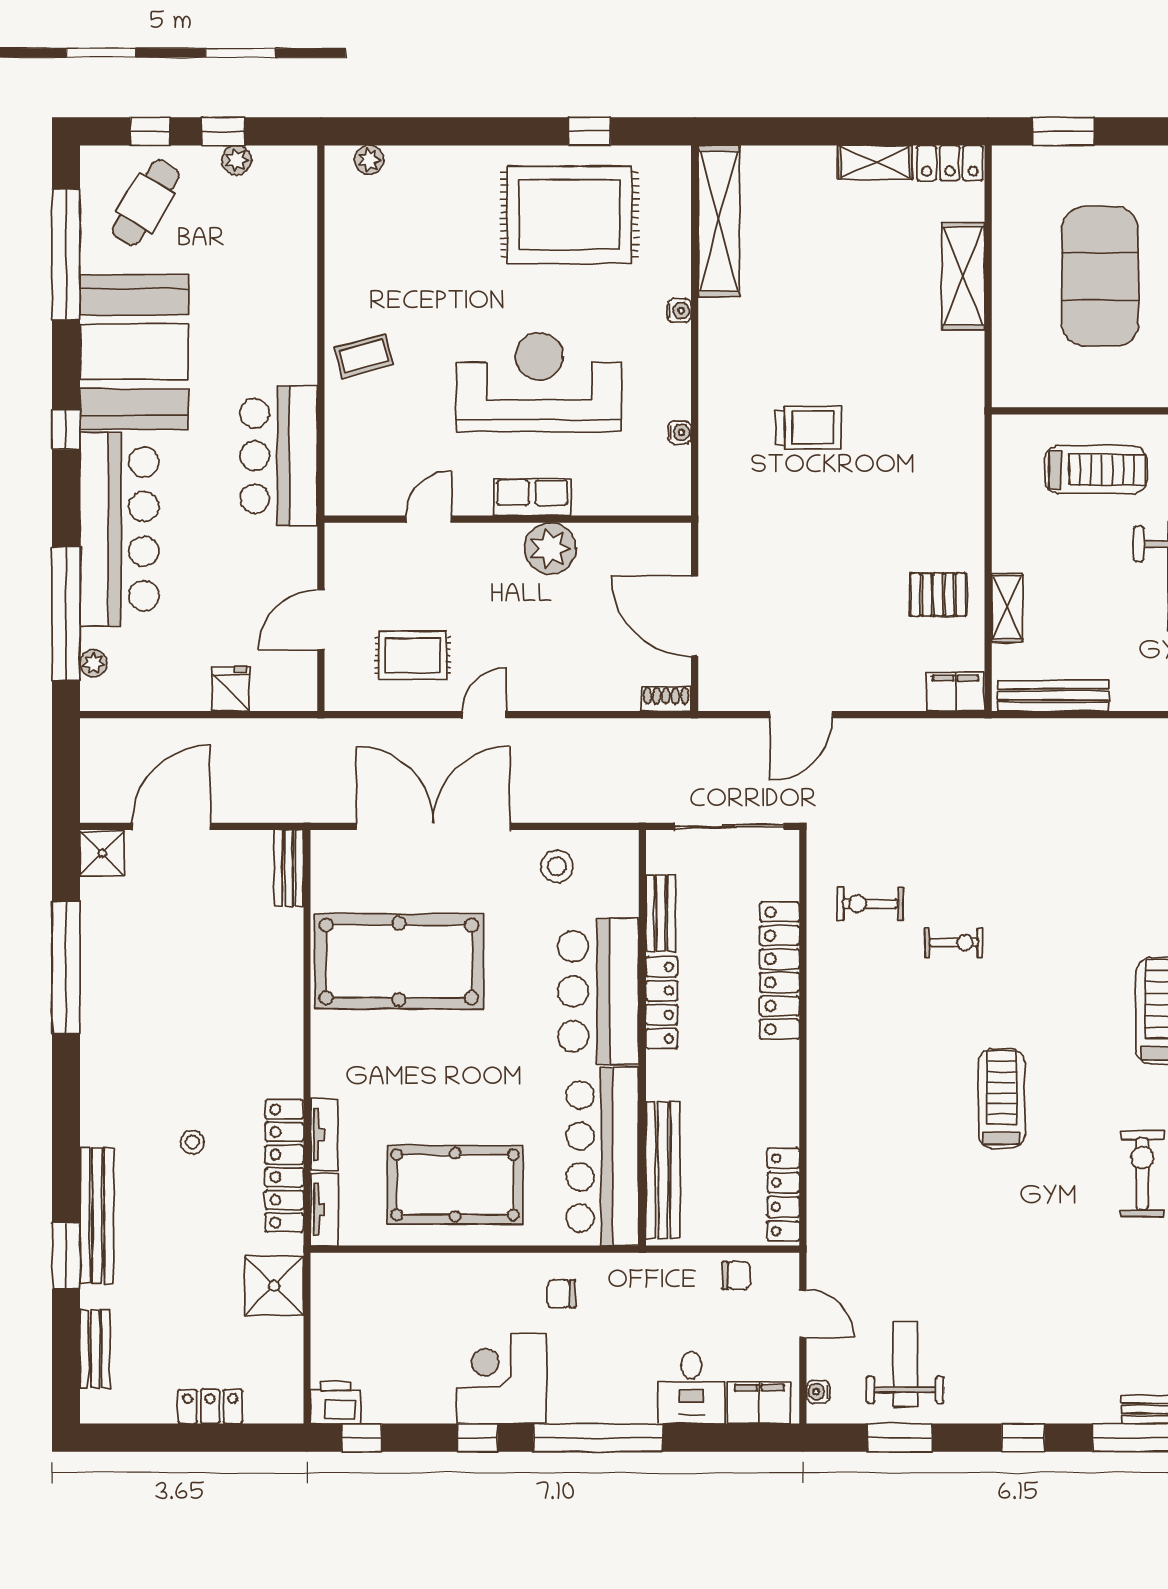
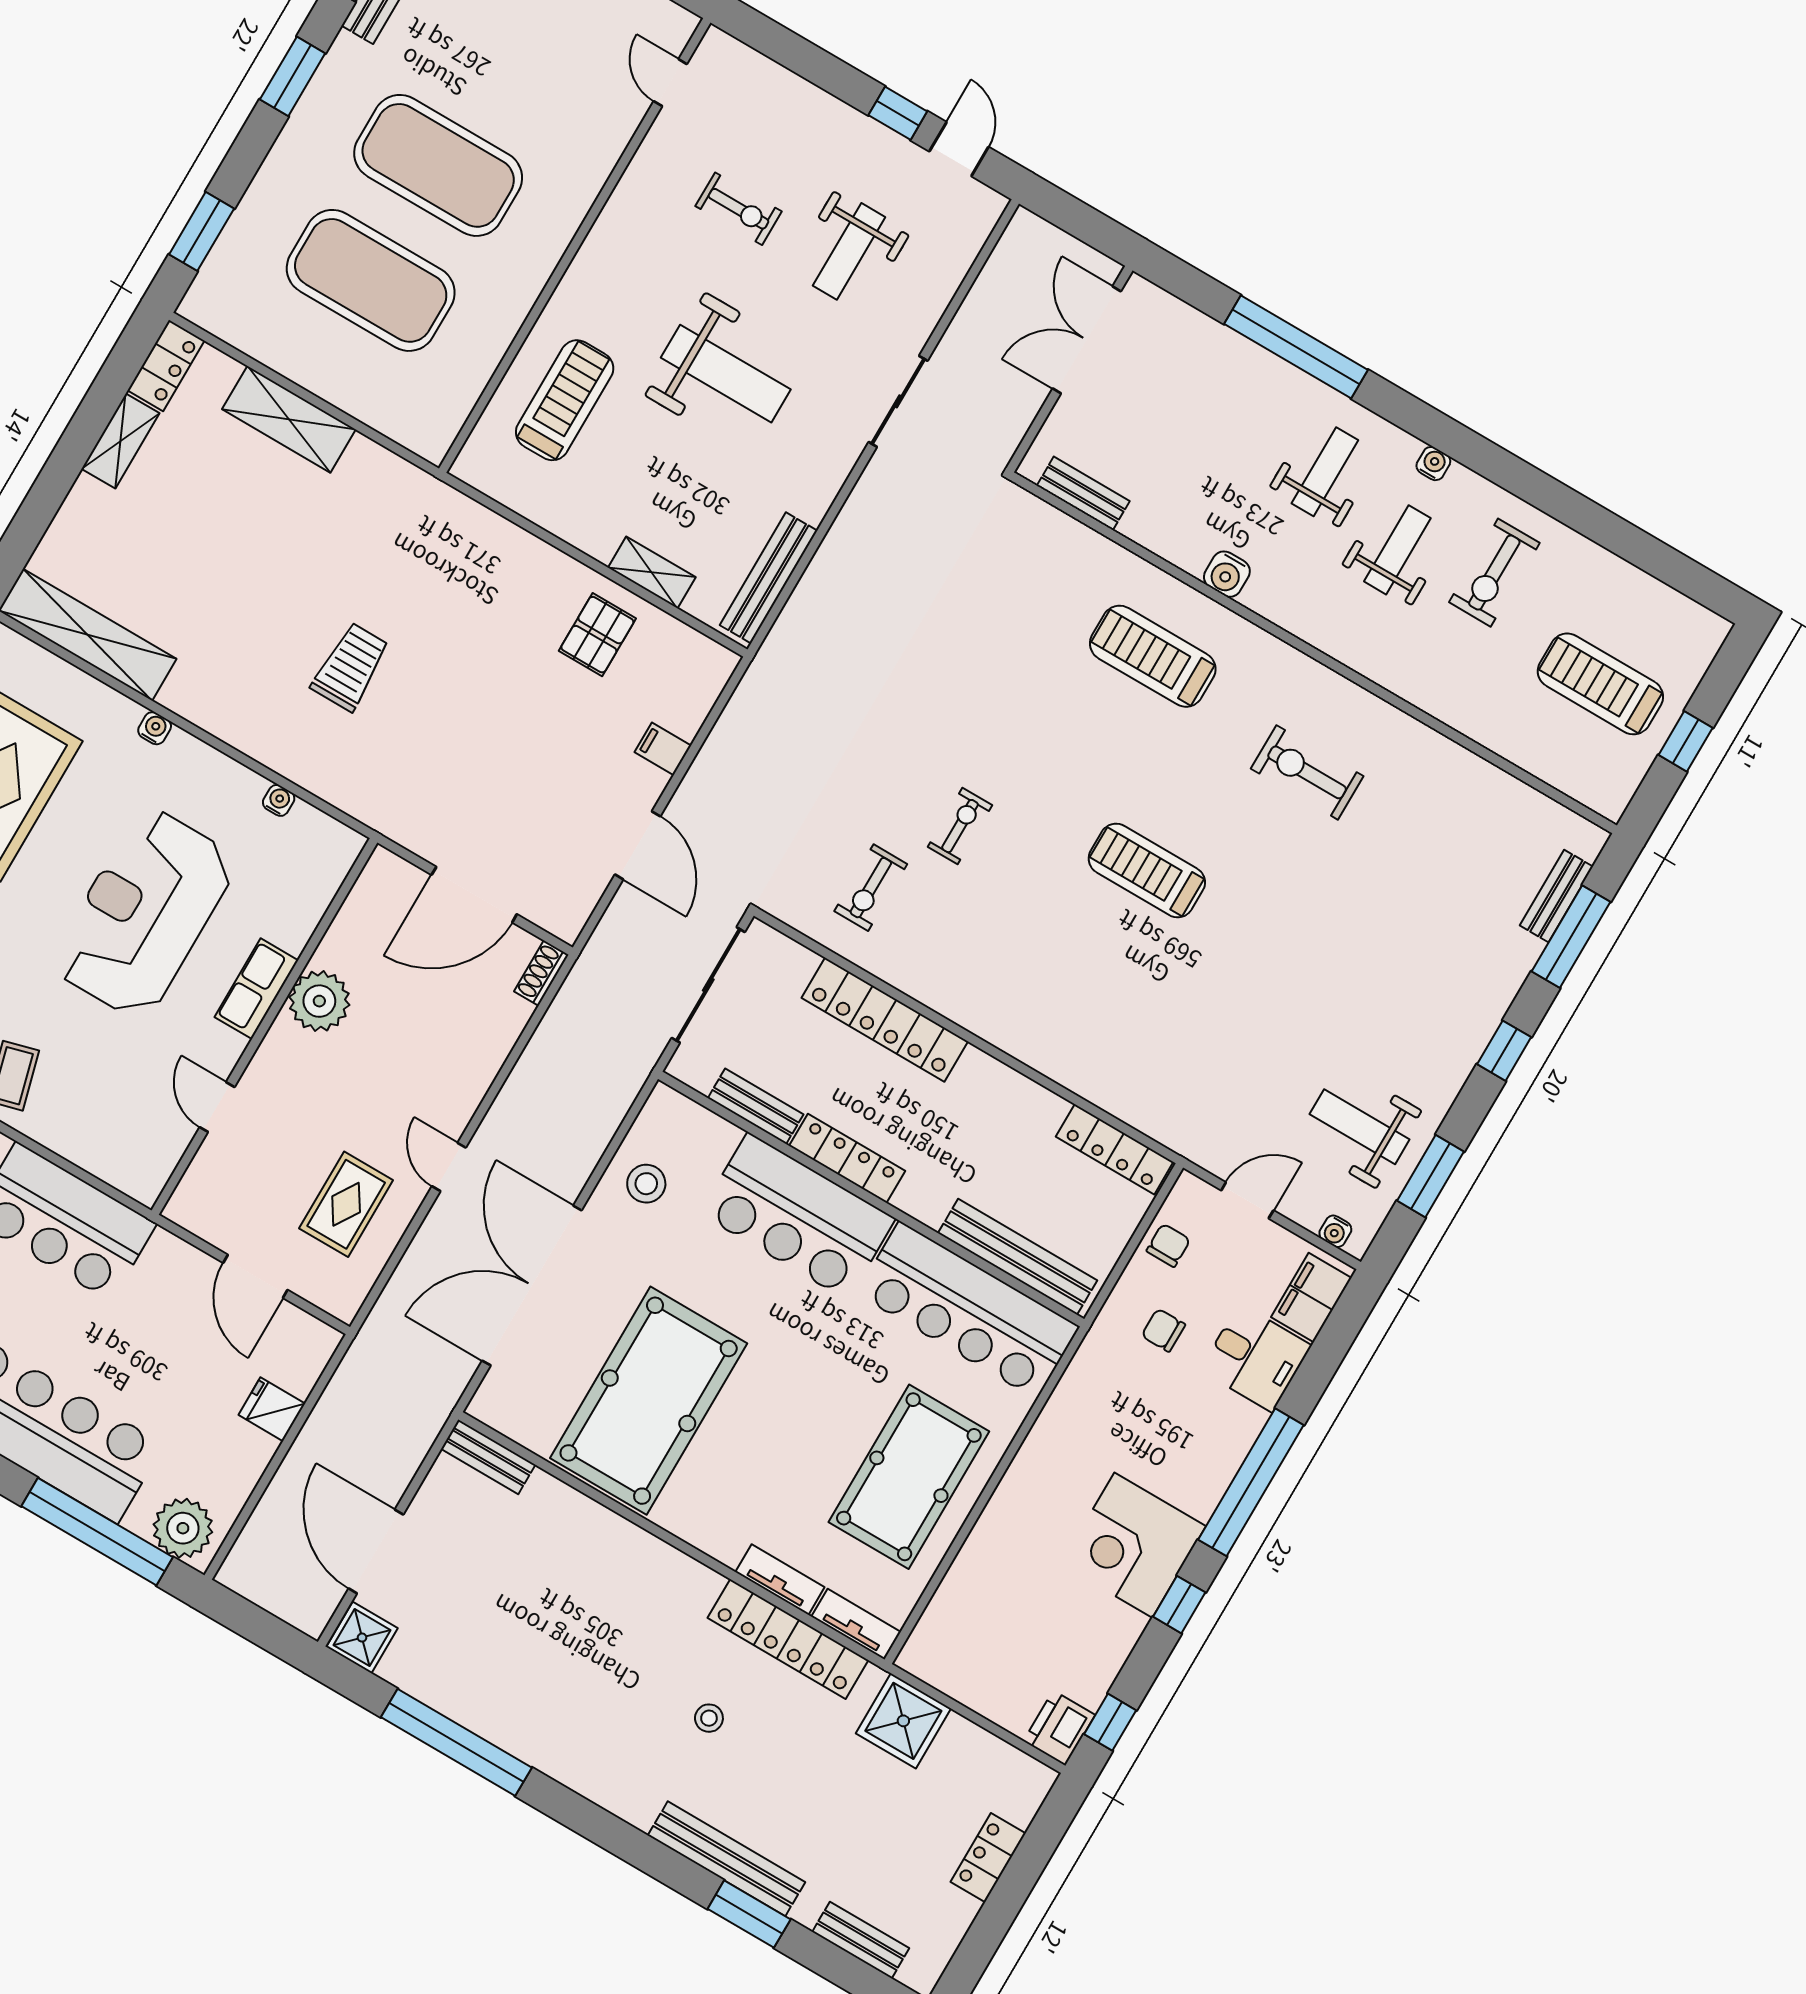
plant: (93, 663) -> (183, 1528), width x1.88, depth x1.88
filing cabinet: (955, 692) -> (663, 749), moved, width x0.50
chair: (561, 1294) -> (1163, 1330), moved, turned 90

